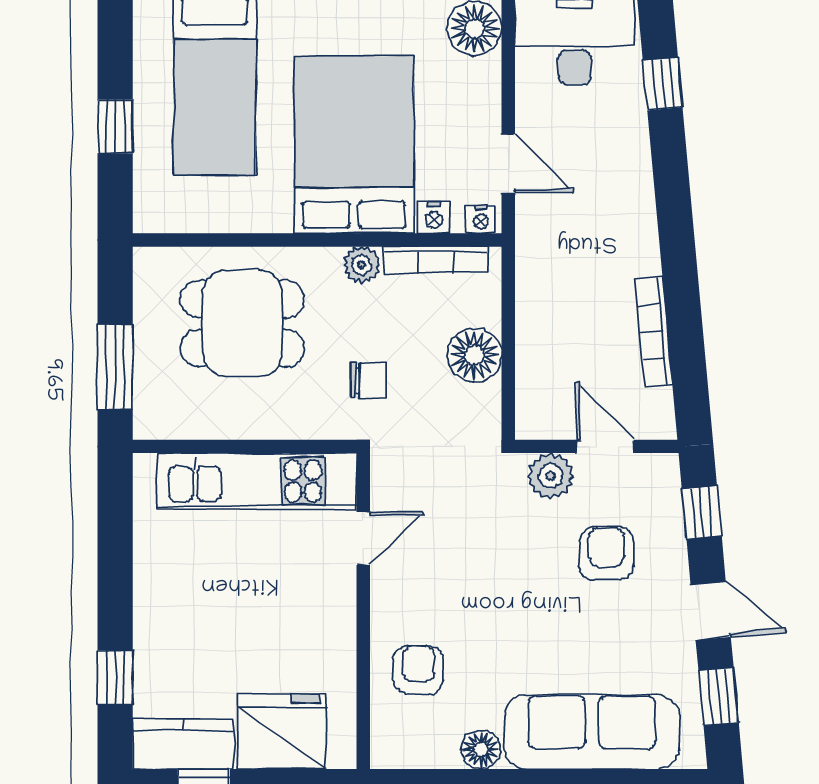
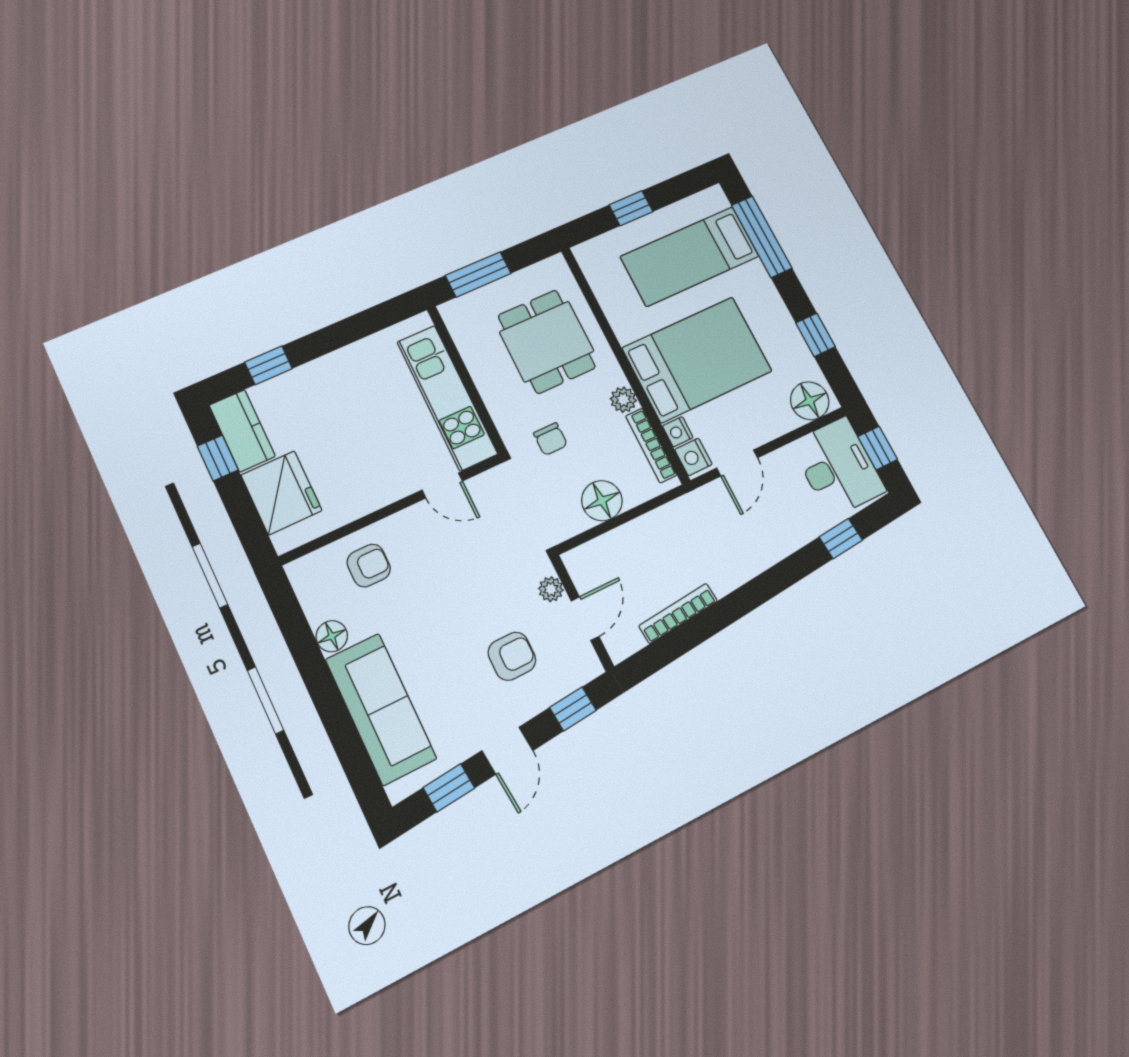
nightstand: (480, 219) -> (693, 457), width x1.39, depth x1.35
plant: (551, 476) -> (551, 589), width x0.73, depth x0.73

